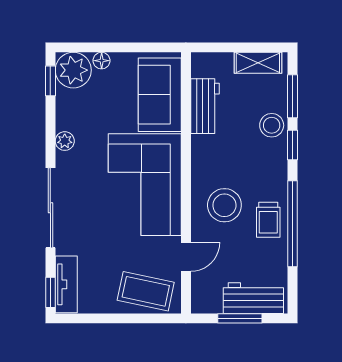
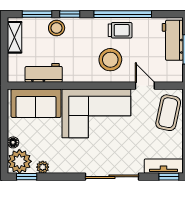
plant: (65, 141) -> (43, 167), moved

